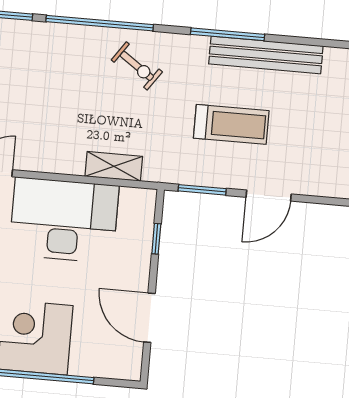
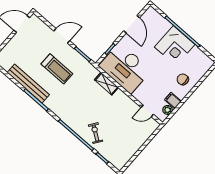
exercise bike: (137, 66) -> (96, 133), moved
treadmill: (231, 124) -> (57, 69), turned 180
desk: (64, 220) -> (125, 68), moved

